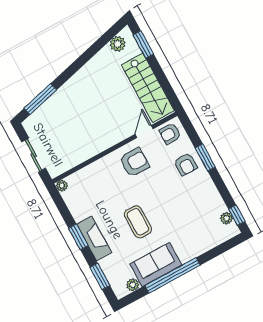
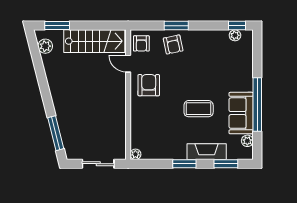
armchair: (186, 164) -> (173, 45), turned 78
fireplace: (94, 238) -> (207, 152), moved

